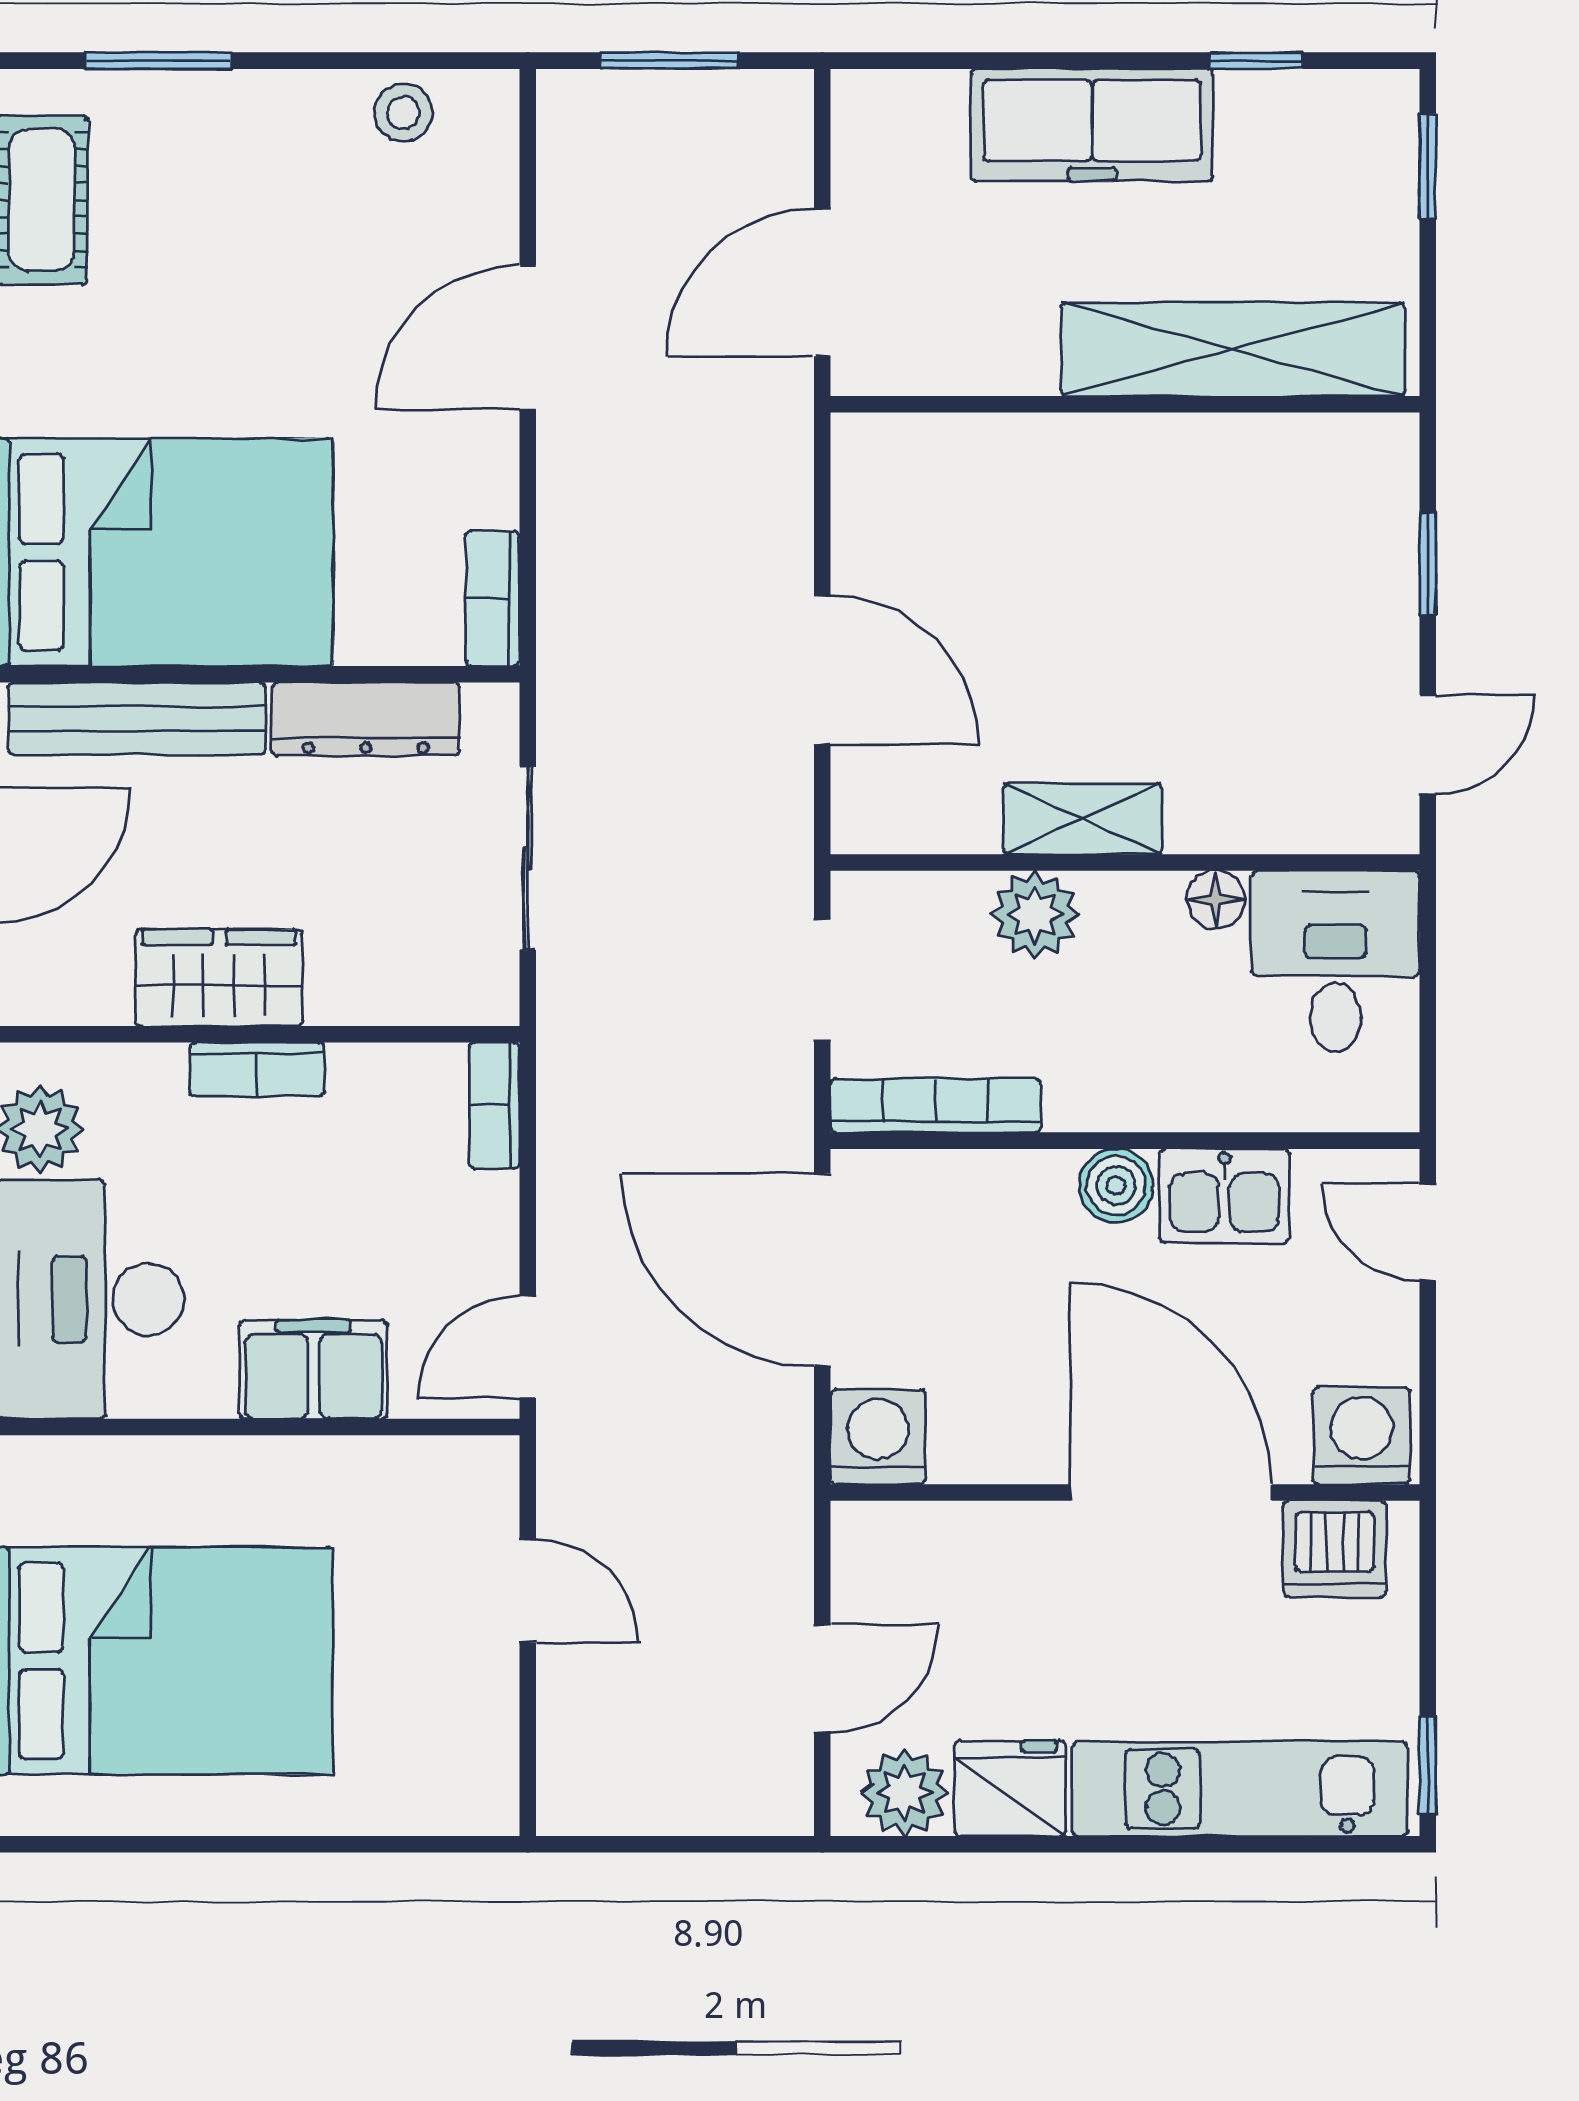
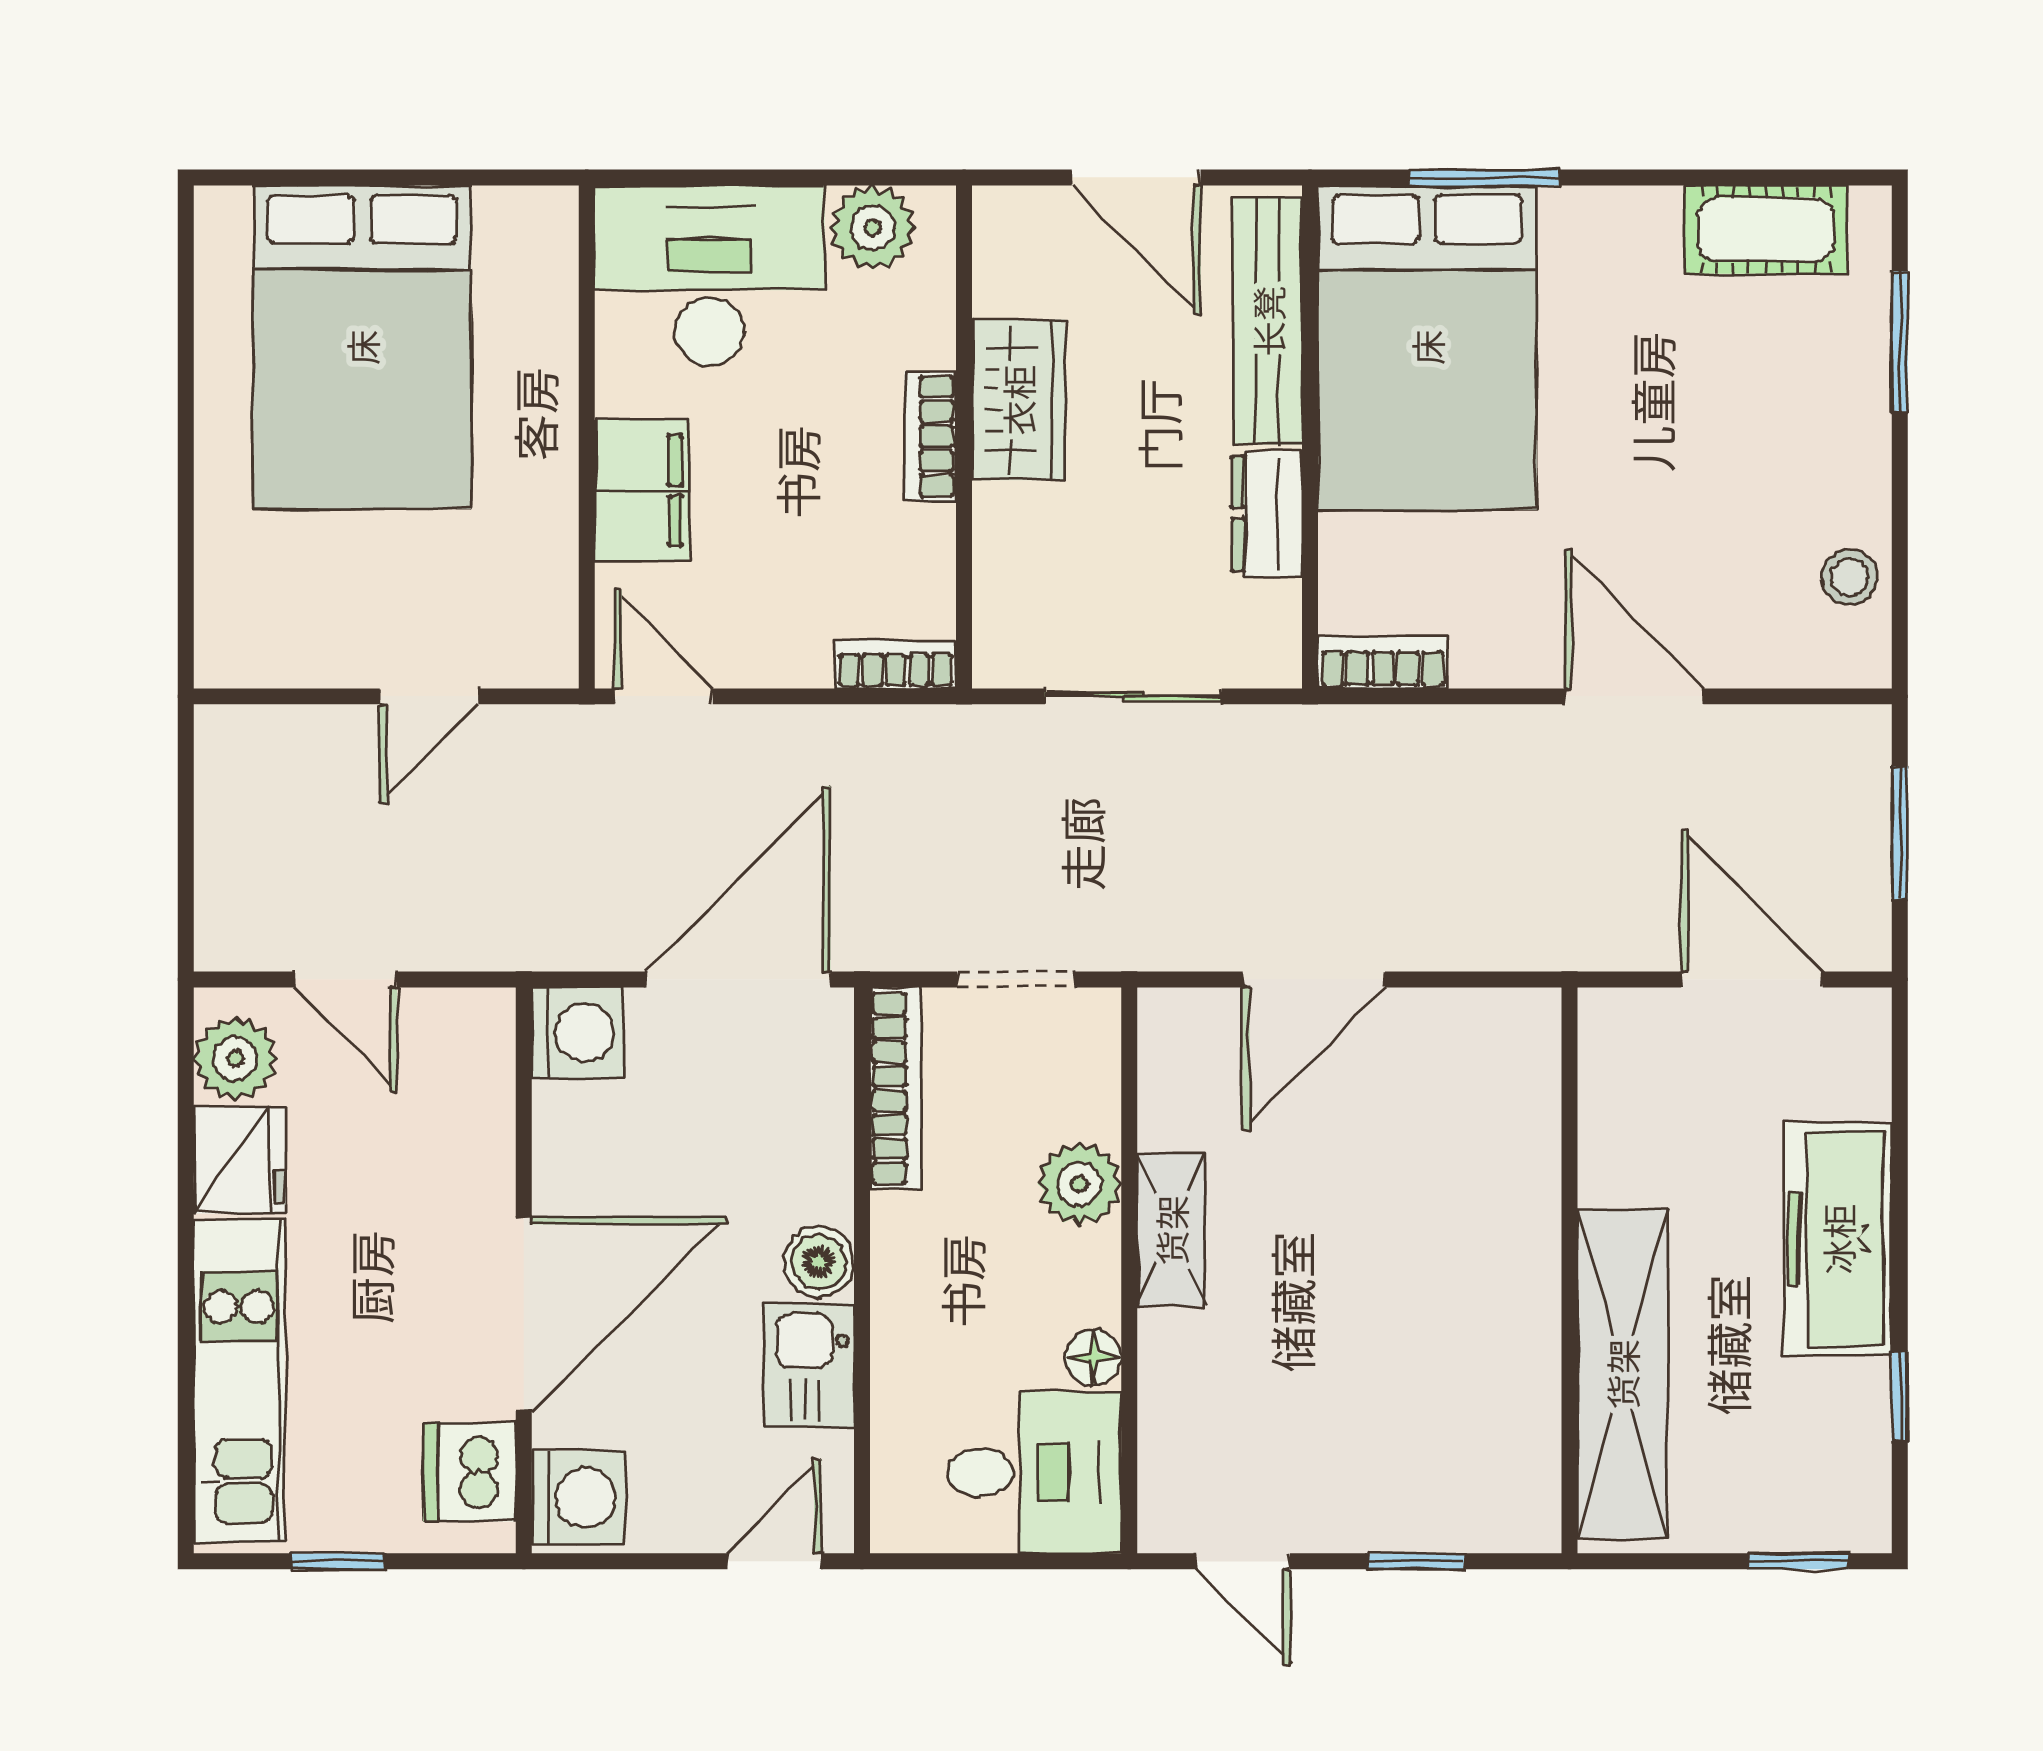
door: (822, 283) -> (1752, 979), moved
dresser: (366, 719) -> (1267, 513), width x0.70
window: (1428, 1765) -> (337, 1561), moved

